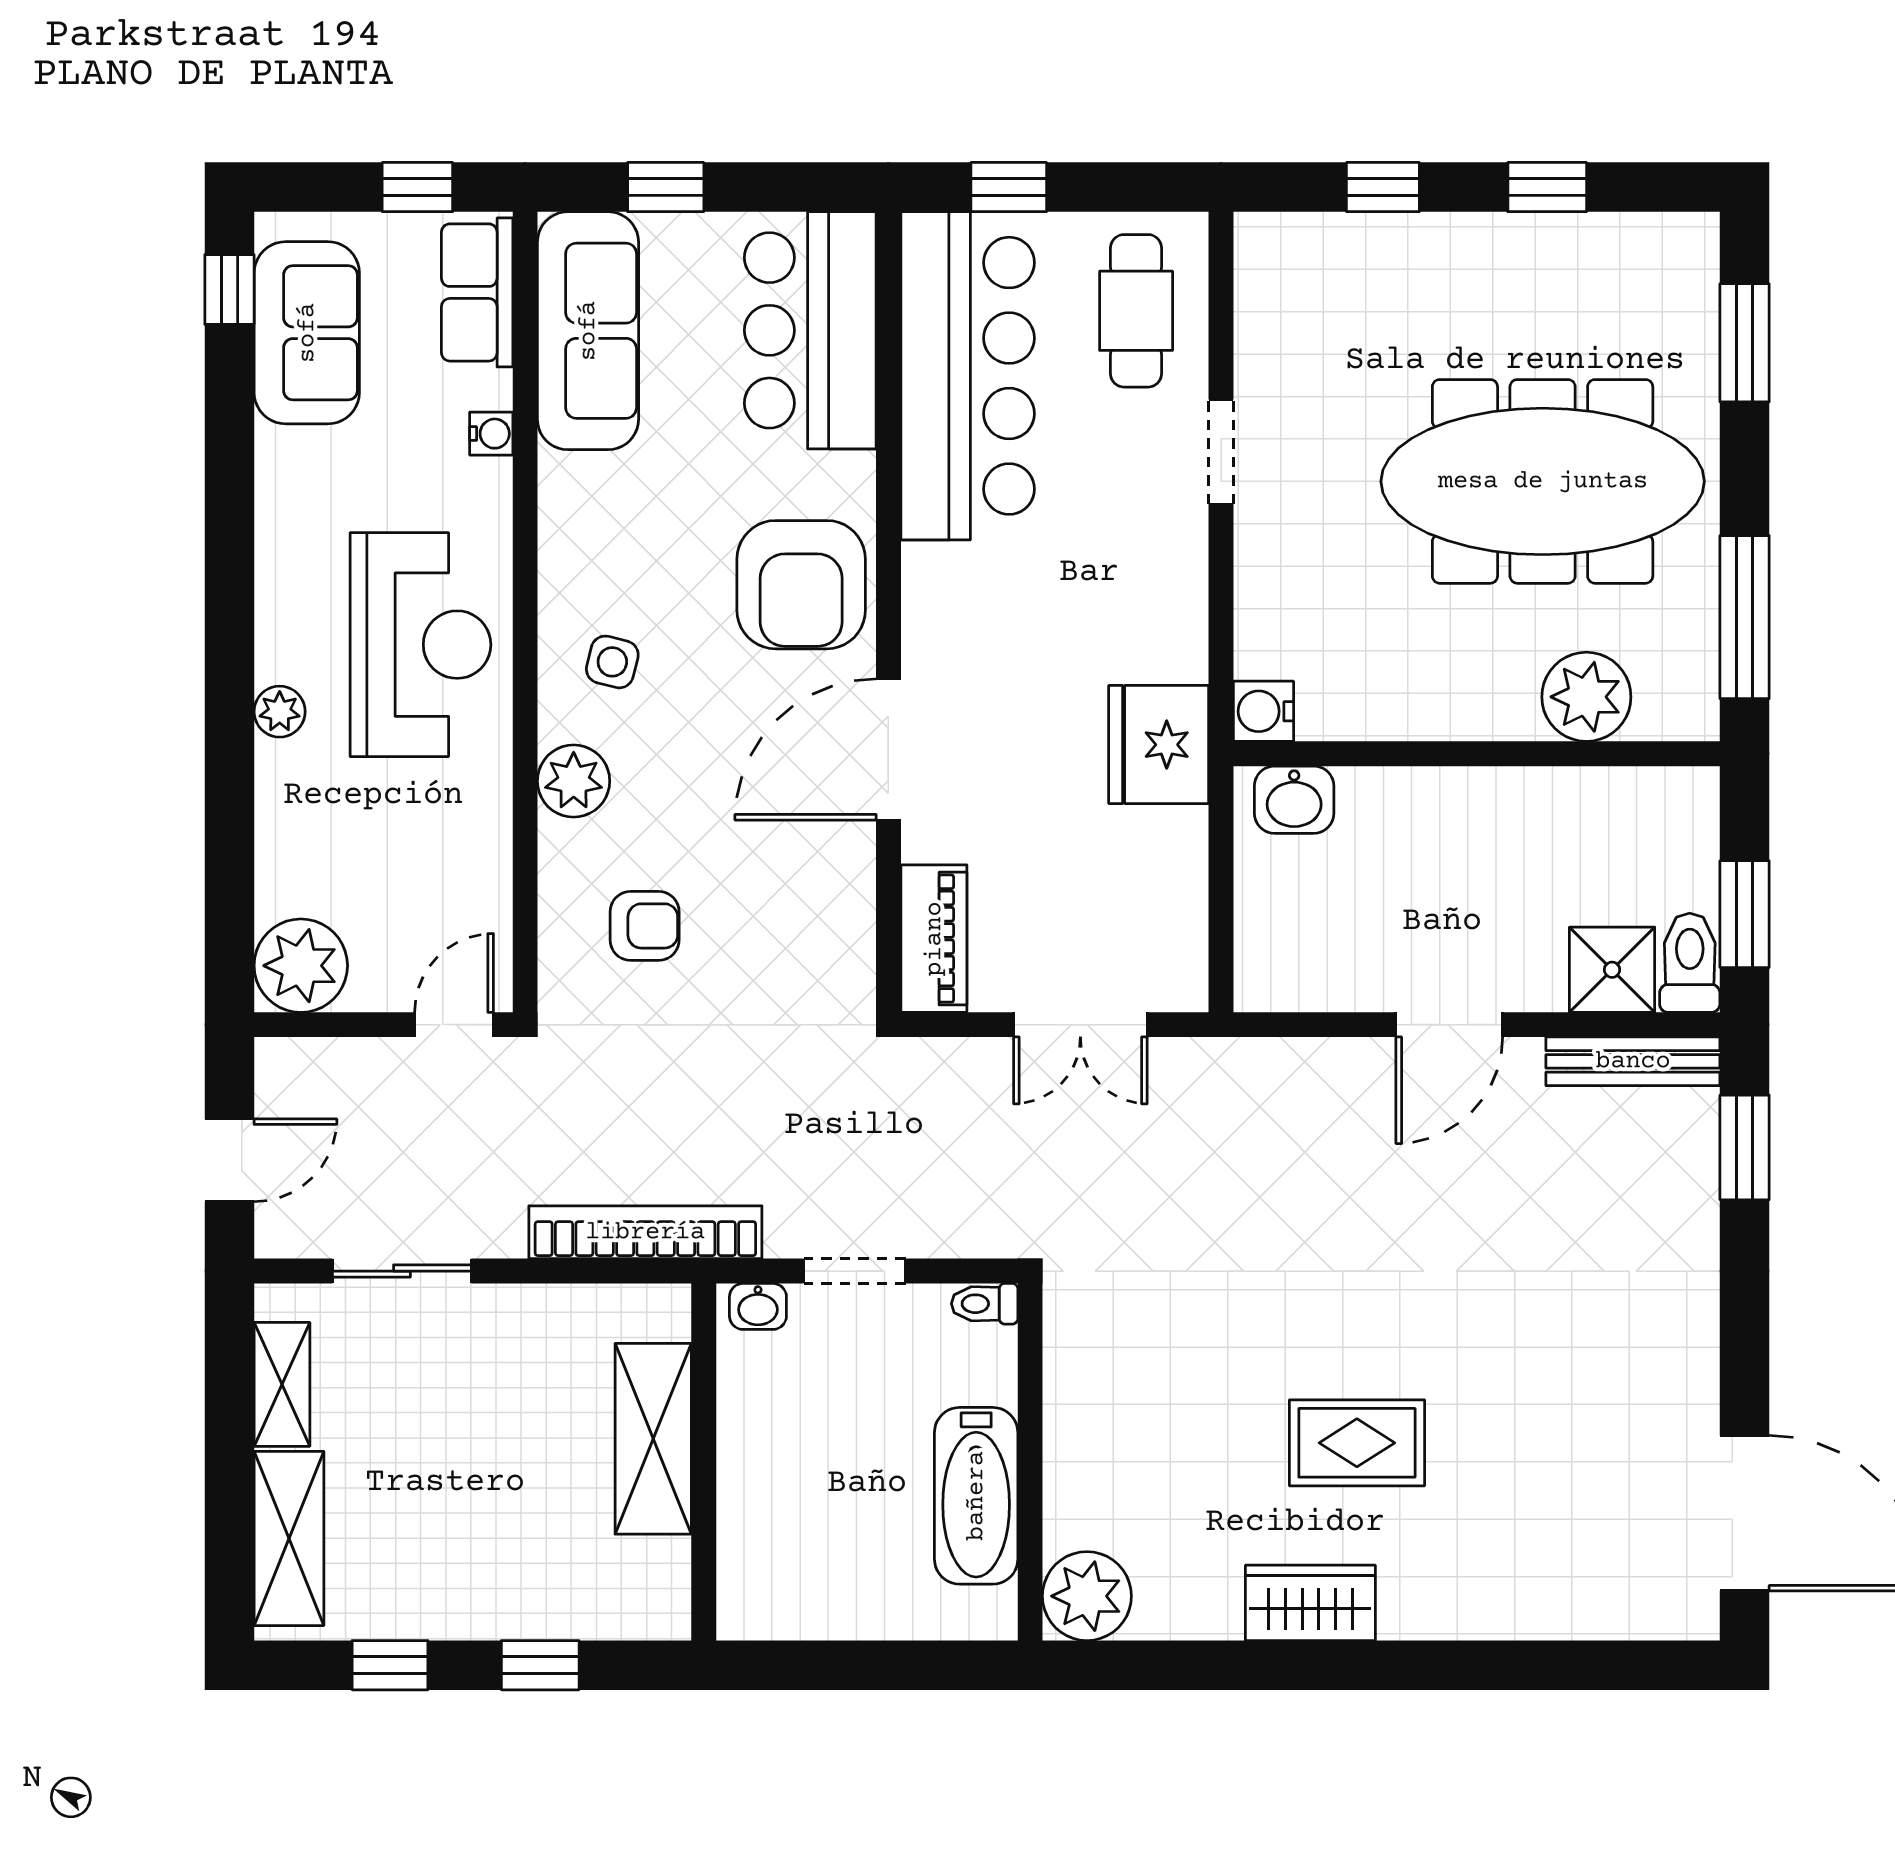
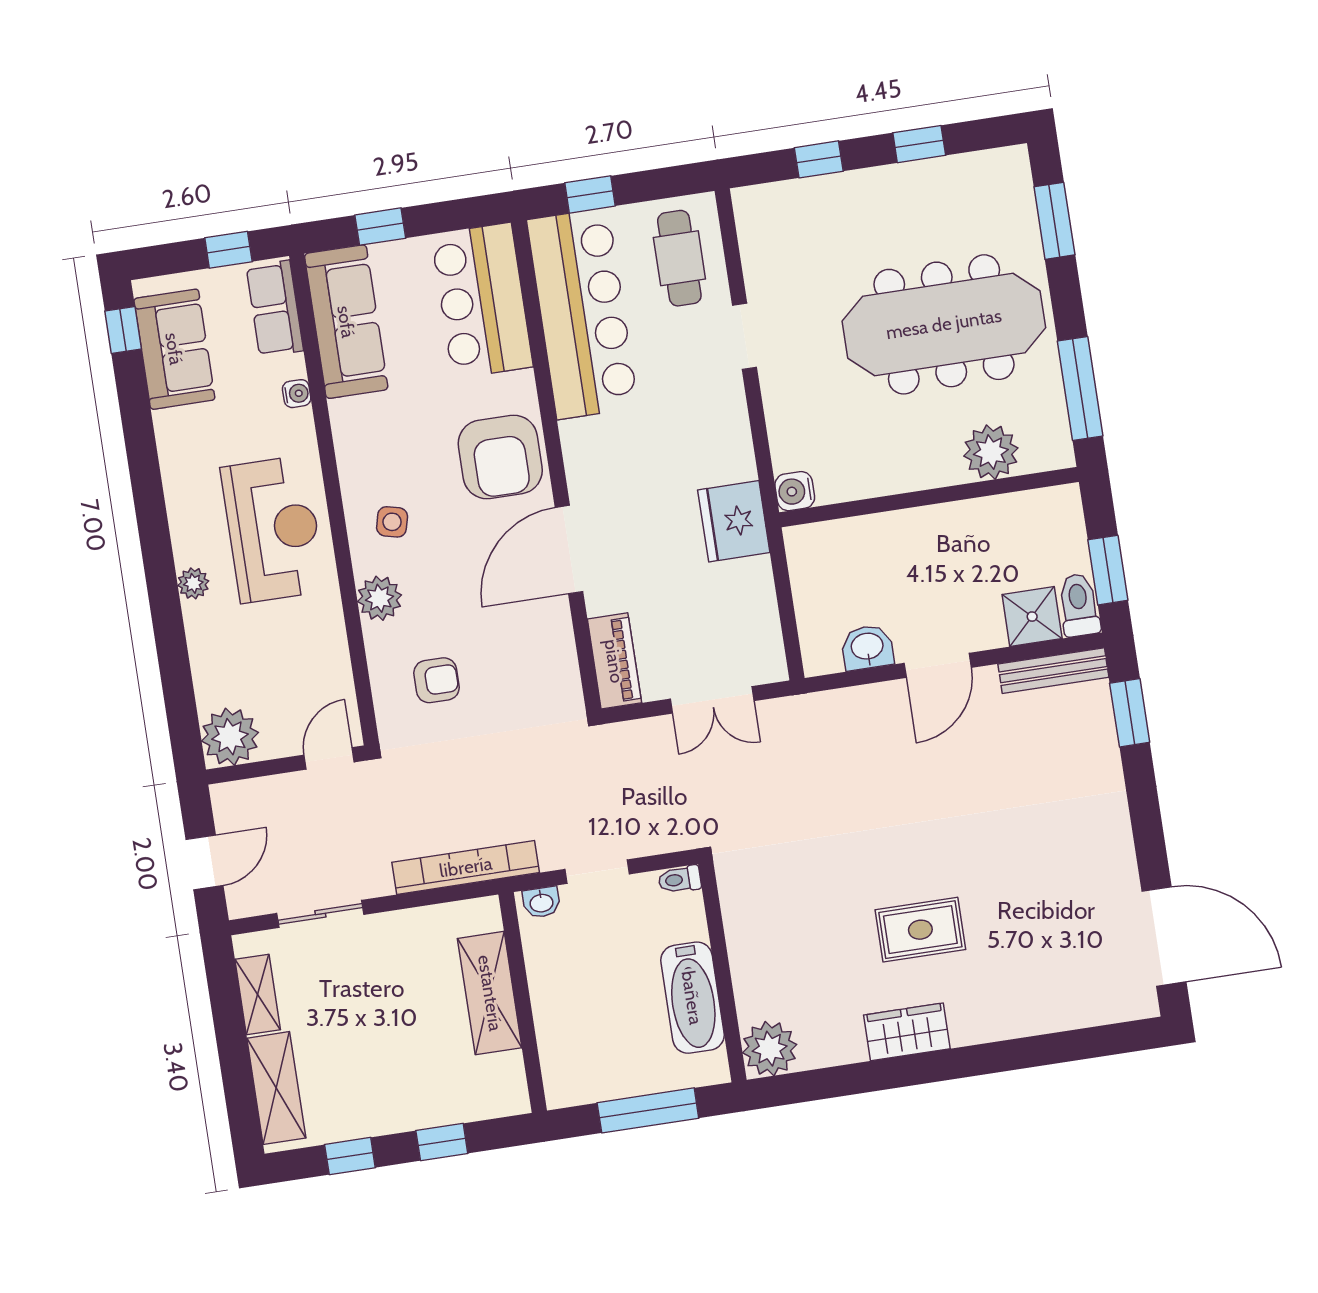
washbasin: (1294, 800) -> (867, 647), moved, turned 180
window: (877, 1665) -> (648, 1110), added

